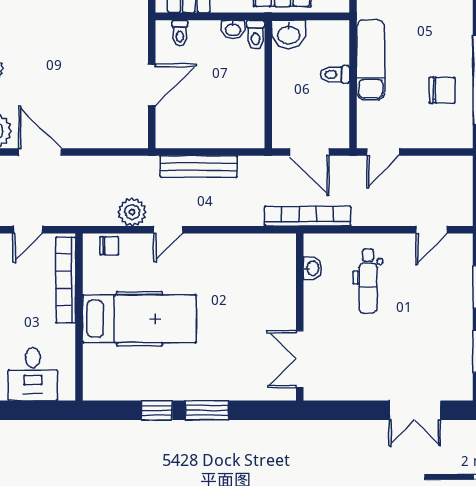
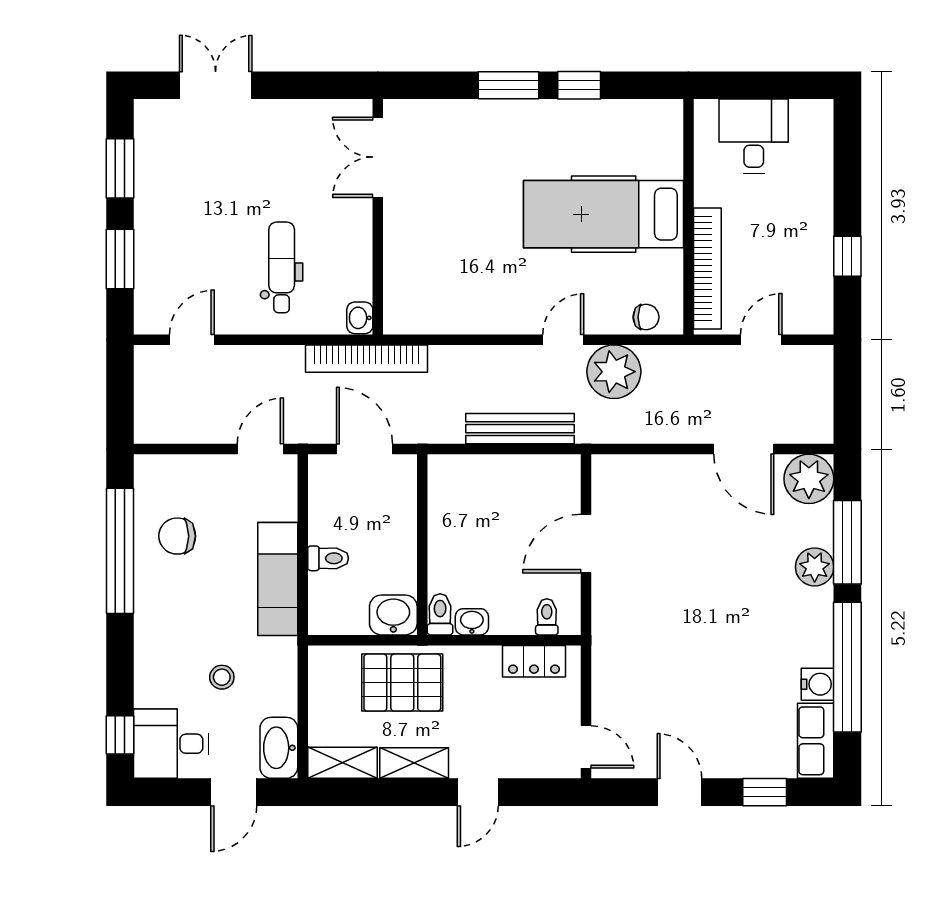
plant: (132, 212) -> (614, 372), width x1.36, depth x1.36
chair: (109, 246) -> (646, 317), turned 180
washbasin: (312, 268) -> (360, 318), moved
double door: (300, 359) -> (378, 157), swing flipped

